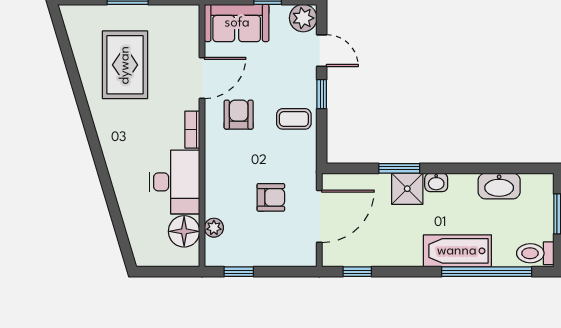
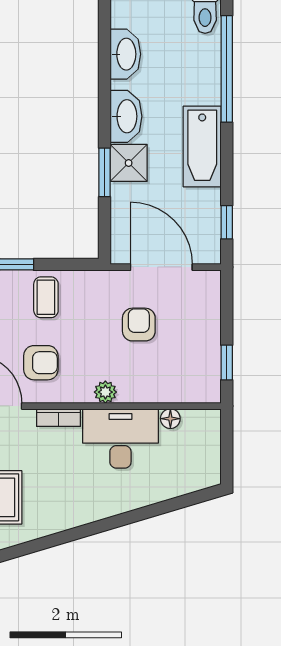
armchair: (239, 115) -> (41, 363), turned 180
washbasin: (436, 182) -> (126, 116), width x1.91, depth x1.45
plant: (214, 228) -> (105, 392), moved
floor lamp: (184, 231) -> (170, 419), width x0.53, depth x0.53
bathtub: (457, 251) -> (202, 147), moved

